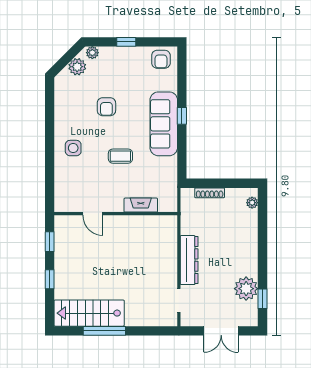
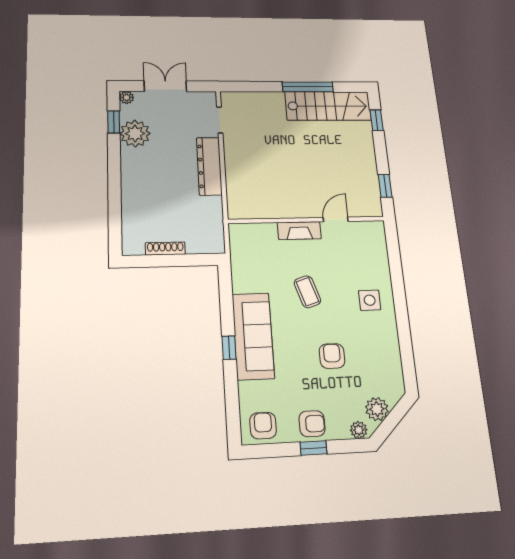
armchair: (126, 59) -> (312, 424), added
coffee table: (120, 156) -> (307, 292), turned 72
shoe rack: (210, 193) -> (165, 249), moved
plant: (252, 203) -> (127, 97), moved
fireplace: (141, 205) -> (299, 231), moved
door: (93, 214) -> (336, 219), hinge flipped
window: (50, 279) -> (377, 120), moved

